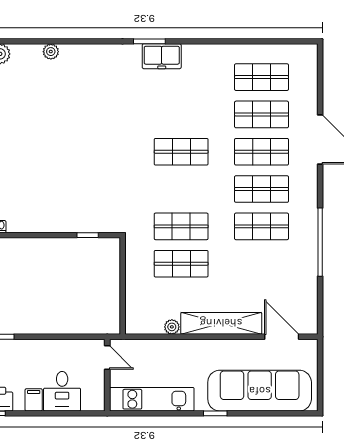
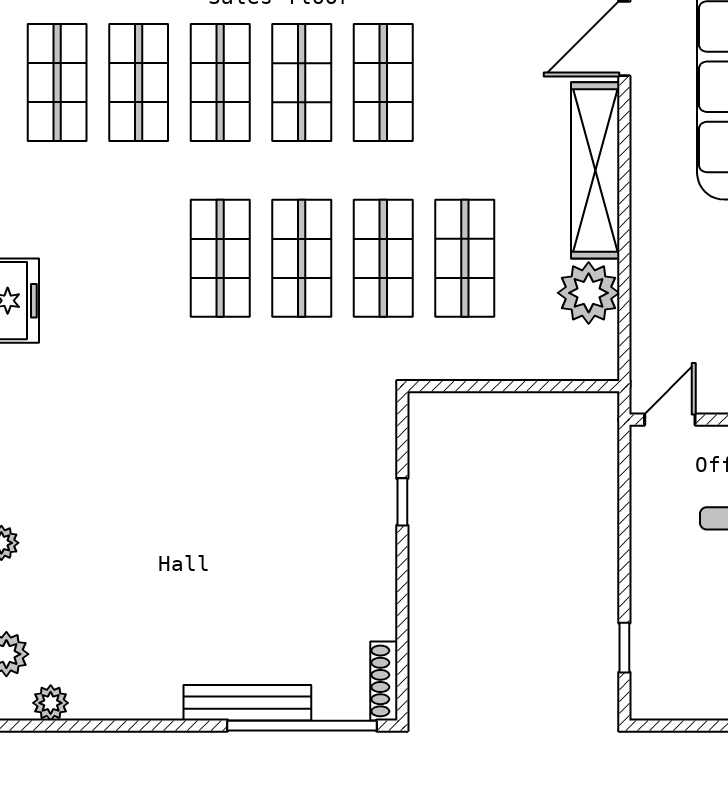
shop shelf: (181, 189) -> (302, 258), added
window: (88, 235) -> (402, 502), moved
plant: (172, 327) -> (589, 293), width x1.88, depth x1.88

